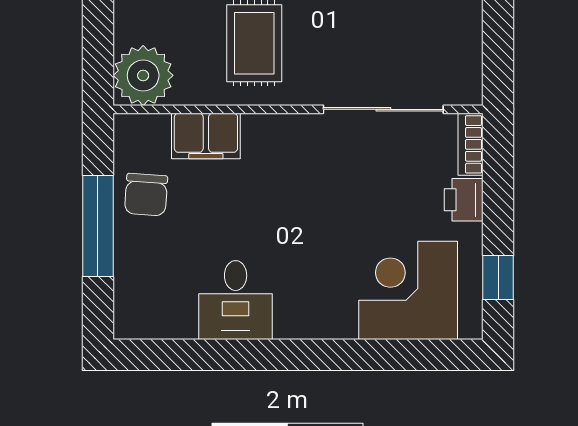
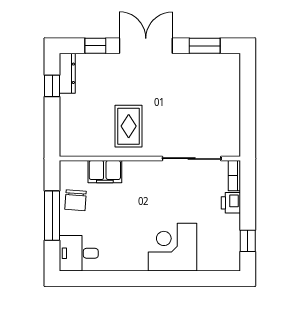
plant: (143, 75) -> (74, 142), removed
corner desk: (408, 290) -> (172, 247), moved
desk: (236, 300) -> (79, 253), moved, turned 90

